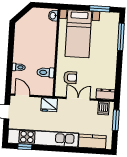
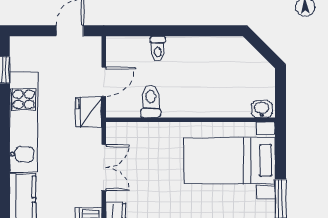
armchair: (70, 77) -> (144, 150), removed
door: (22, 95) -> (104, 82), moved
kitchen unit: (43, 138) -> (24, 122), width x0.73

